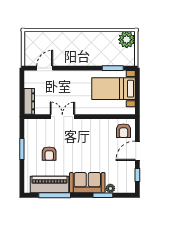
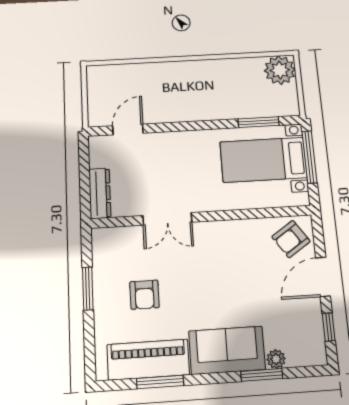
window: (137, 89) -> (310, 157), added
double door: (62, 117) -> (167, 219), swing flipped
armchair: (123, 131) -> (291, 239), turned 56
window: (55, 195) -> (160, 382), width x0.69

